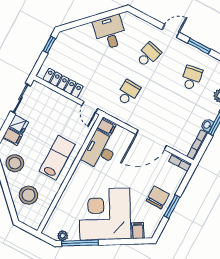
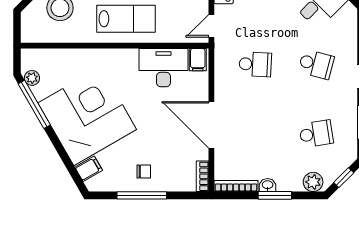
chair: (158, 197) -> (144, 171), width x0.54, depth x0.54
window: (172, 206) -> (142, 195), width x1.44

